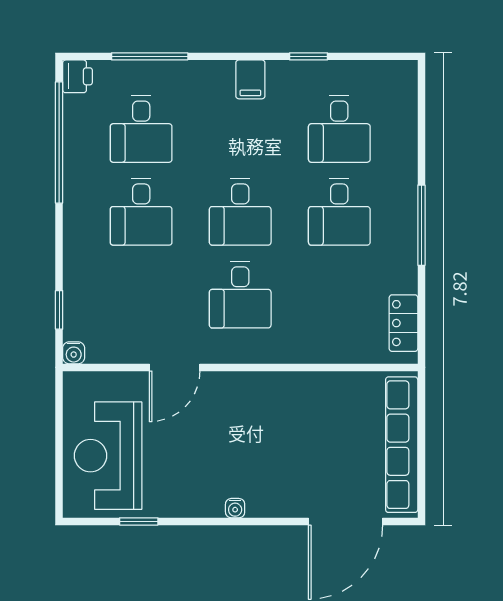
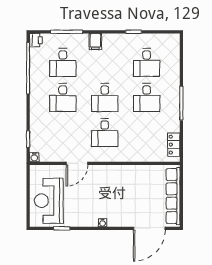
filing cabinet: (250, 79) -> (95, 42), moved

